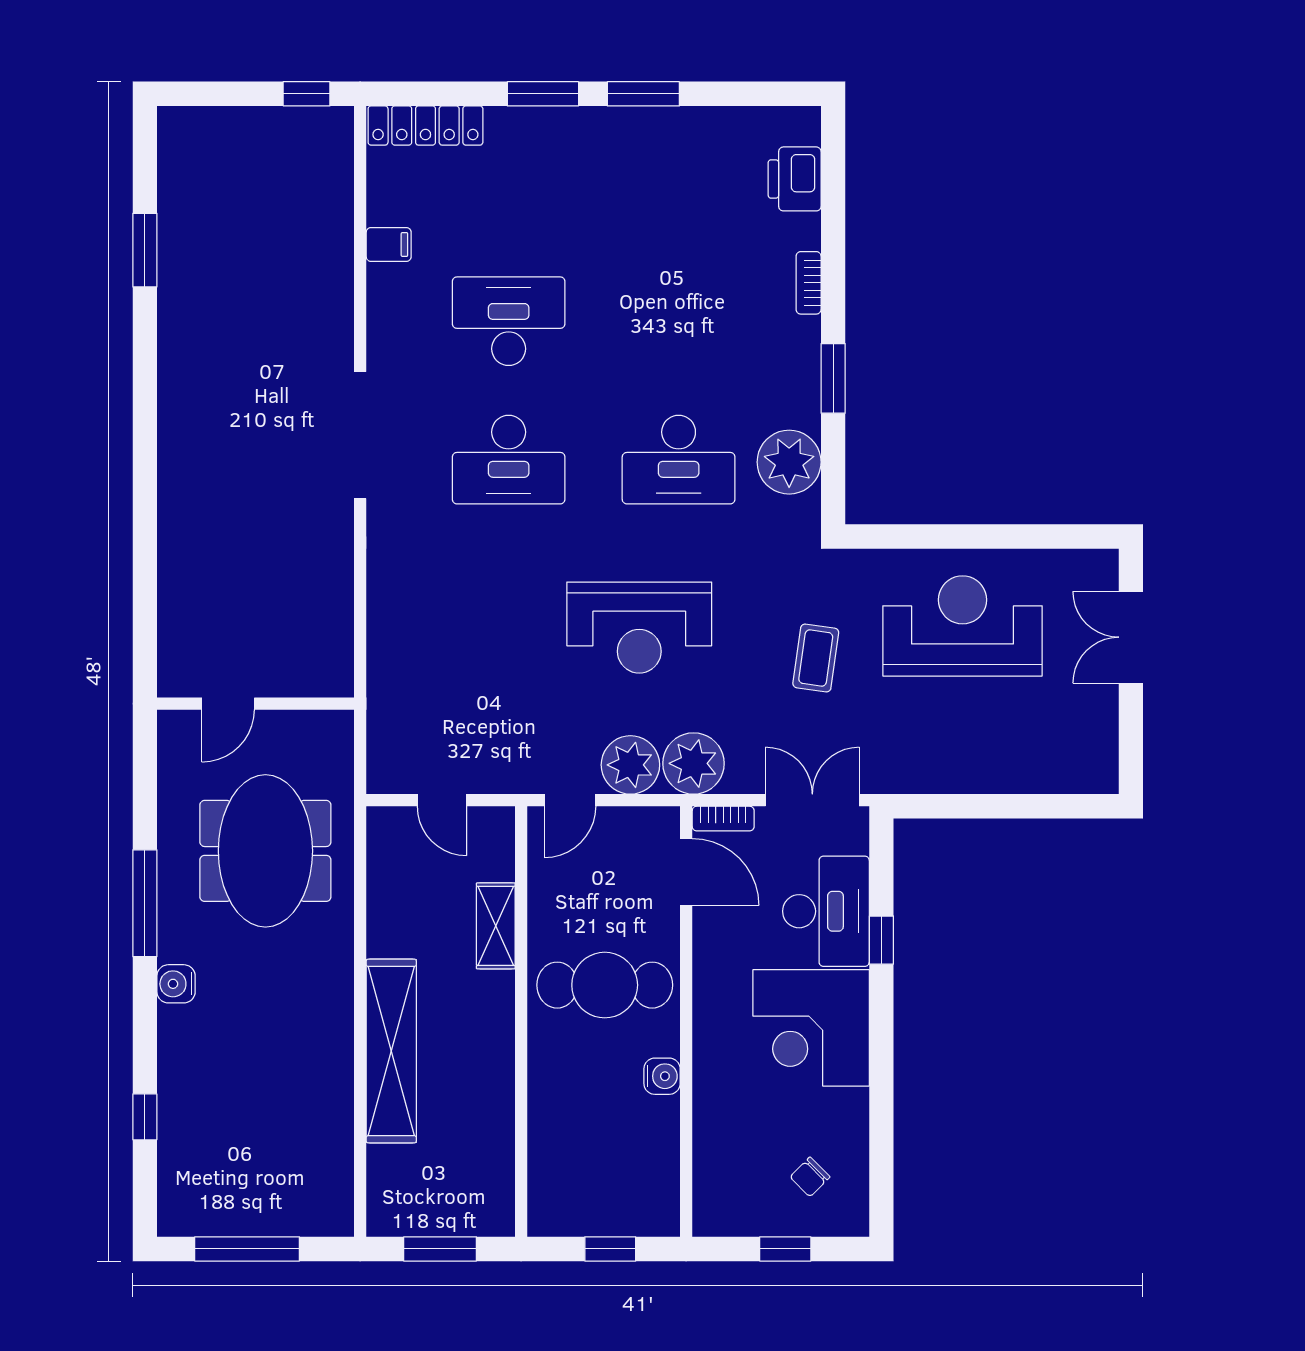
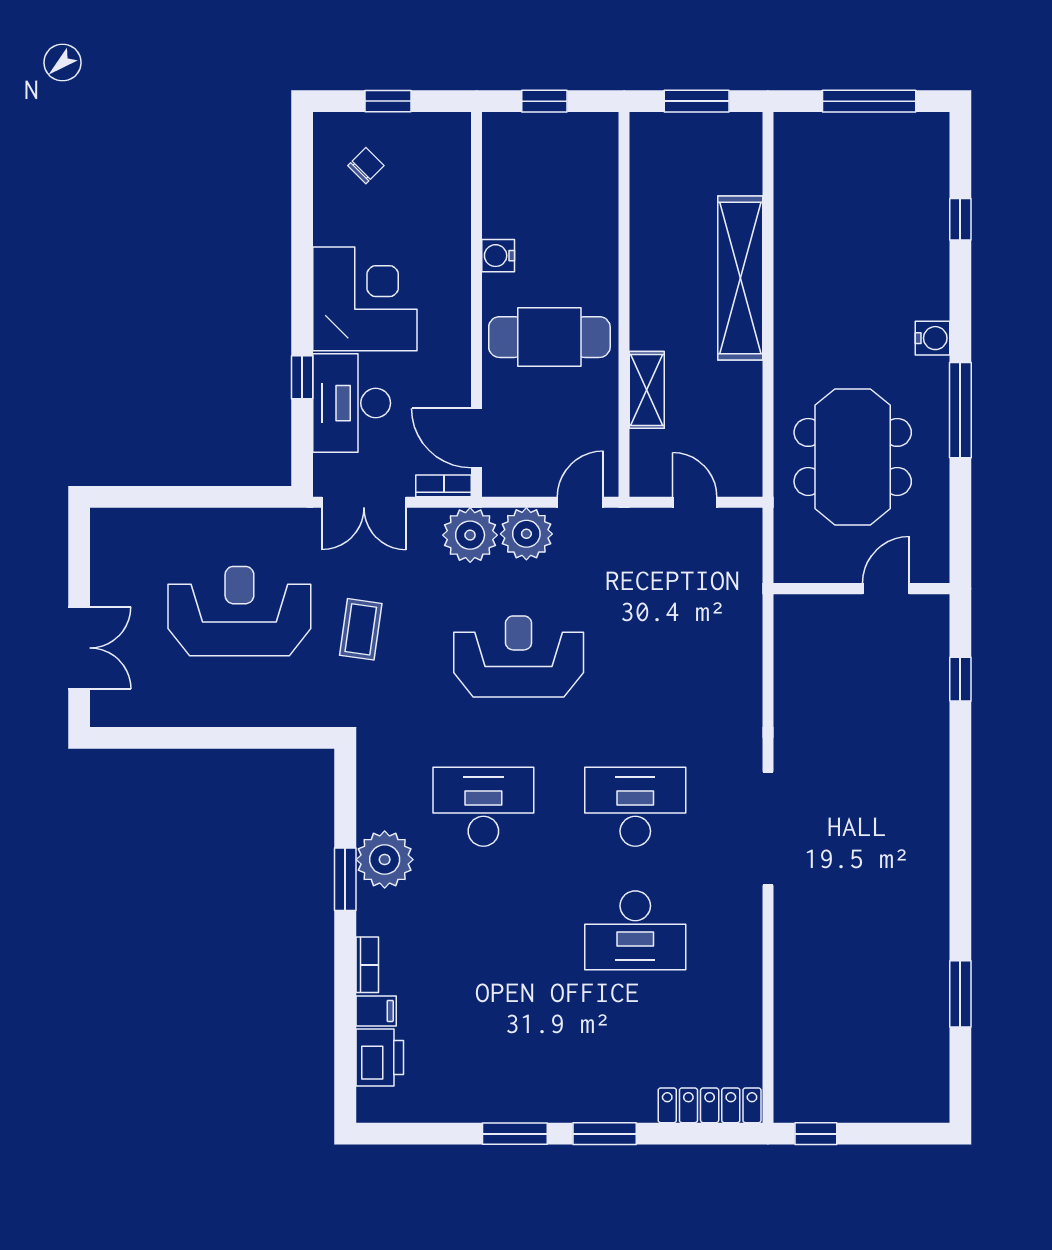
filing cabinet: (389, 244) -> (376, 1011), moved, turned 180
plant: (789, 462) -> (385, 860), moved
window: (145, 602) -> (960, 679), added
reception desk: (963, 626) -> (239, 611), moved, turned 180

